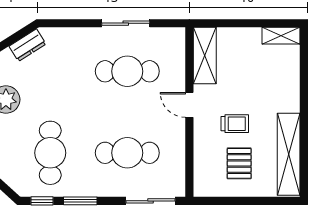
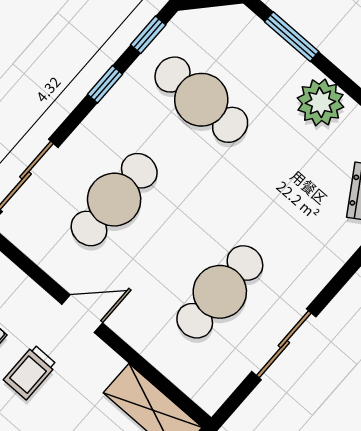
door: (189, 105) -> (82, 314), moved
window: (80, 201) -> (105, 84), width x0.67

